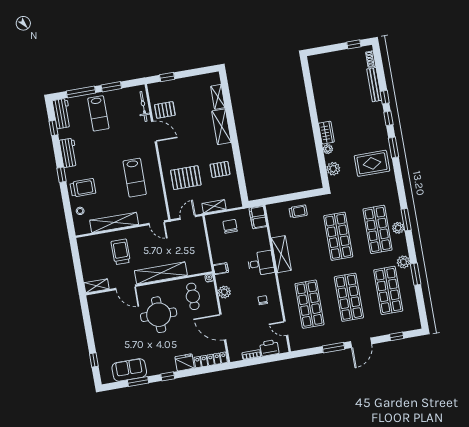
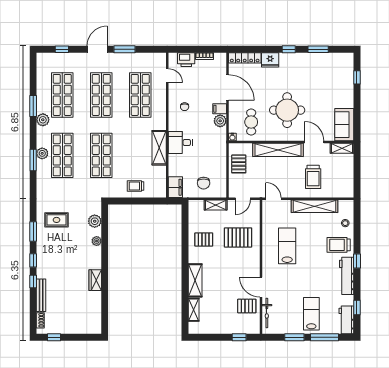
wardrobe: (326, 133) -> (95, 280), moved
workbench: (69, 153) -> (347, 276), width x1.38
rug: (372, 163) -> (57, 220), width x0.73, depth x0.70
pallet: (198, 252) -> (239, 164), added
filing cabinet: (221, 269) -> (220, 109), moved
sofa: (129, 370) -> (344, 125), moved, turned 90

